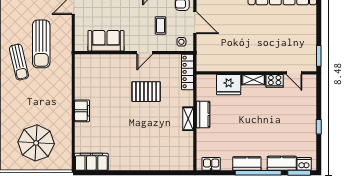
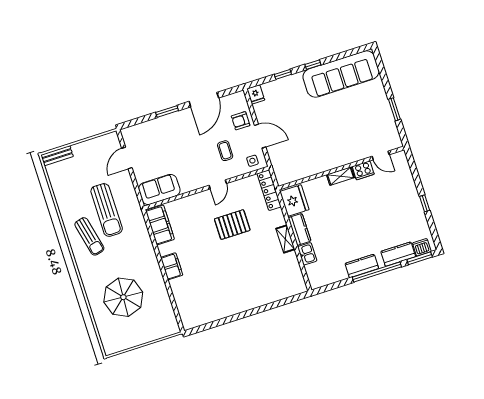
sofa: (106, 41) -> (159, 189), moved
window: (319, 56) -> (394, 109), moved
fridge: (229, 85) -> (294, 201), moved, turned -90
parasol: (36, 143) -> (123, 297), moved
filing cabinet: (91, 162) -> (160, 225), moved, turned 90
kitchen sink: (211, 164) -> (307, 254), moved, turned 90

